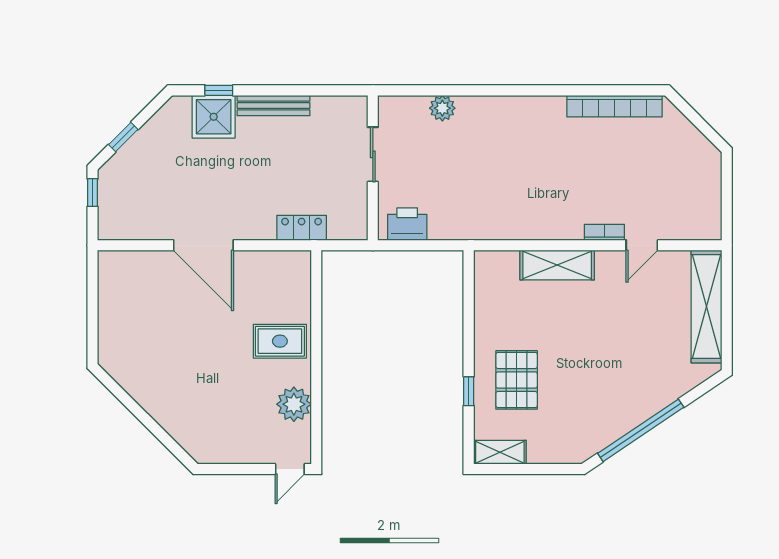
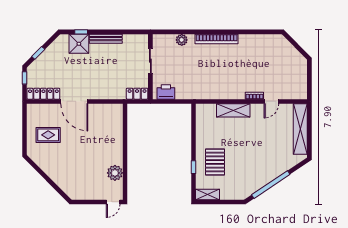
bookcase: (615, 106) -> (217, 39), moved
locker: (135, 228) -> (43, 94), added
locker: (302, 228) -> (137, 94), moved
rug: (280, 341) -> (48, 135), moved

